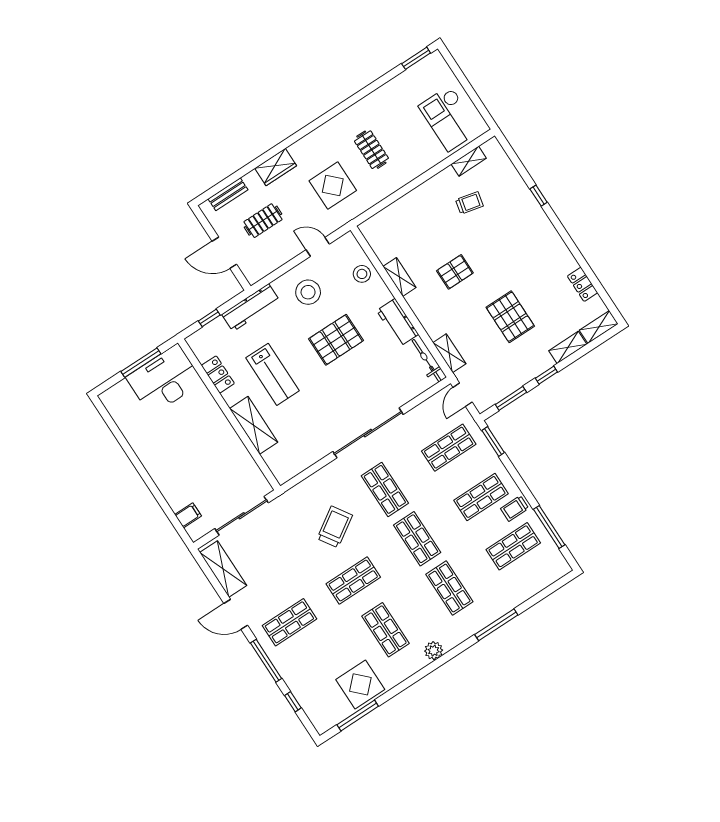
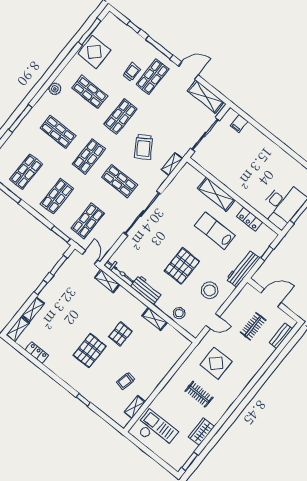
wardrobe: (276, 167) -> (201, 432), moved
pallet: (510, 317) -> (90, 351), moved, turned 90
shelving: (302, 489) -> (172, 164), added
trolley: (515, 508) -> (132, 72), moved
shop shelf: (417, 539) -> (89, 156), turned 90

